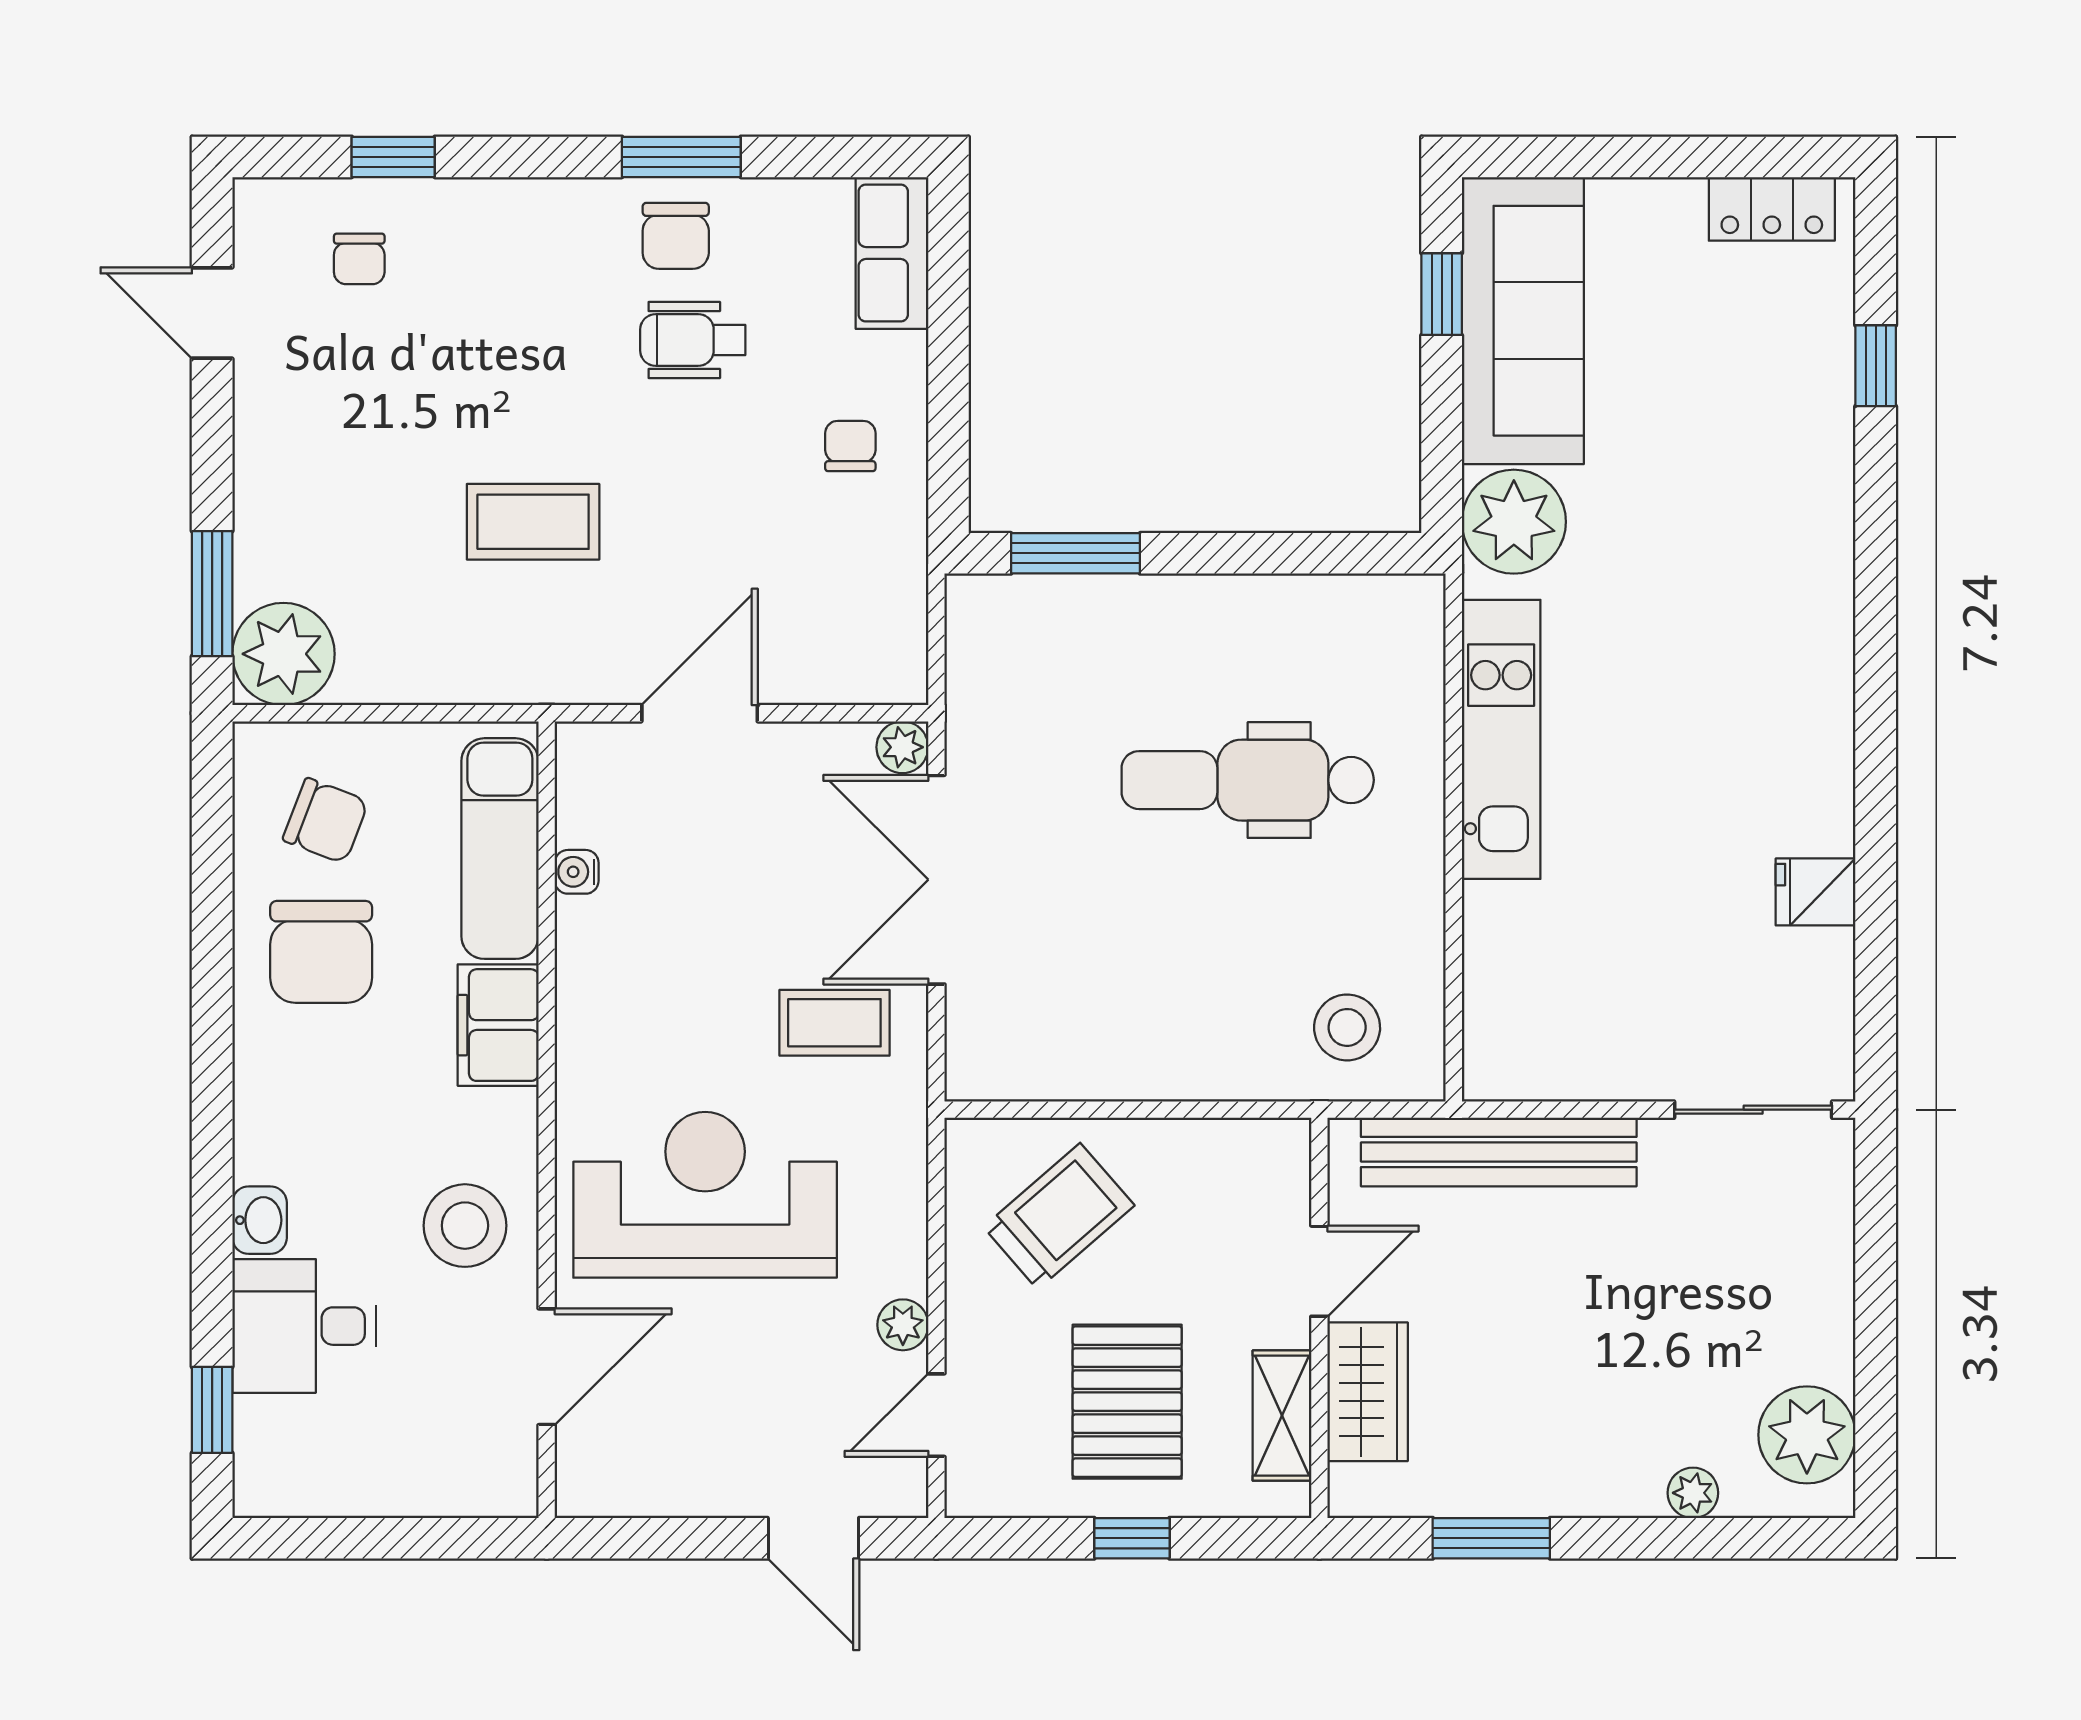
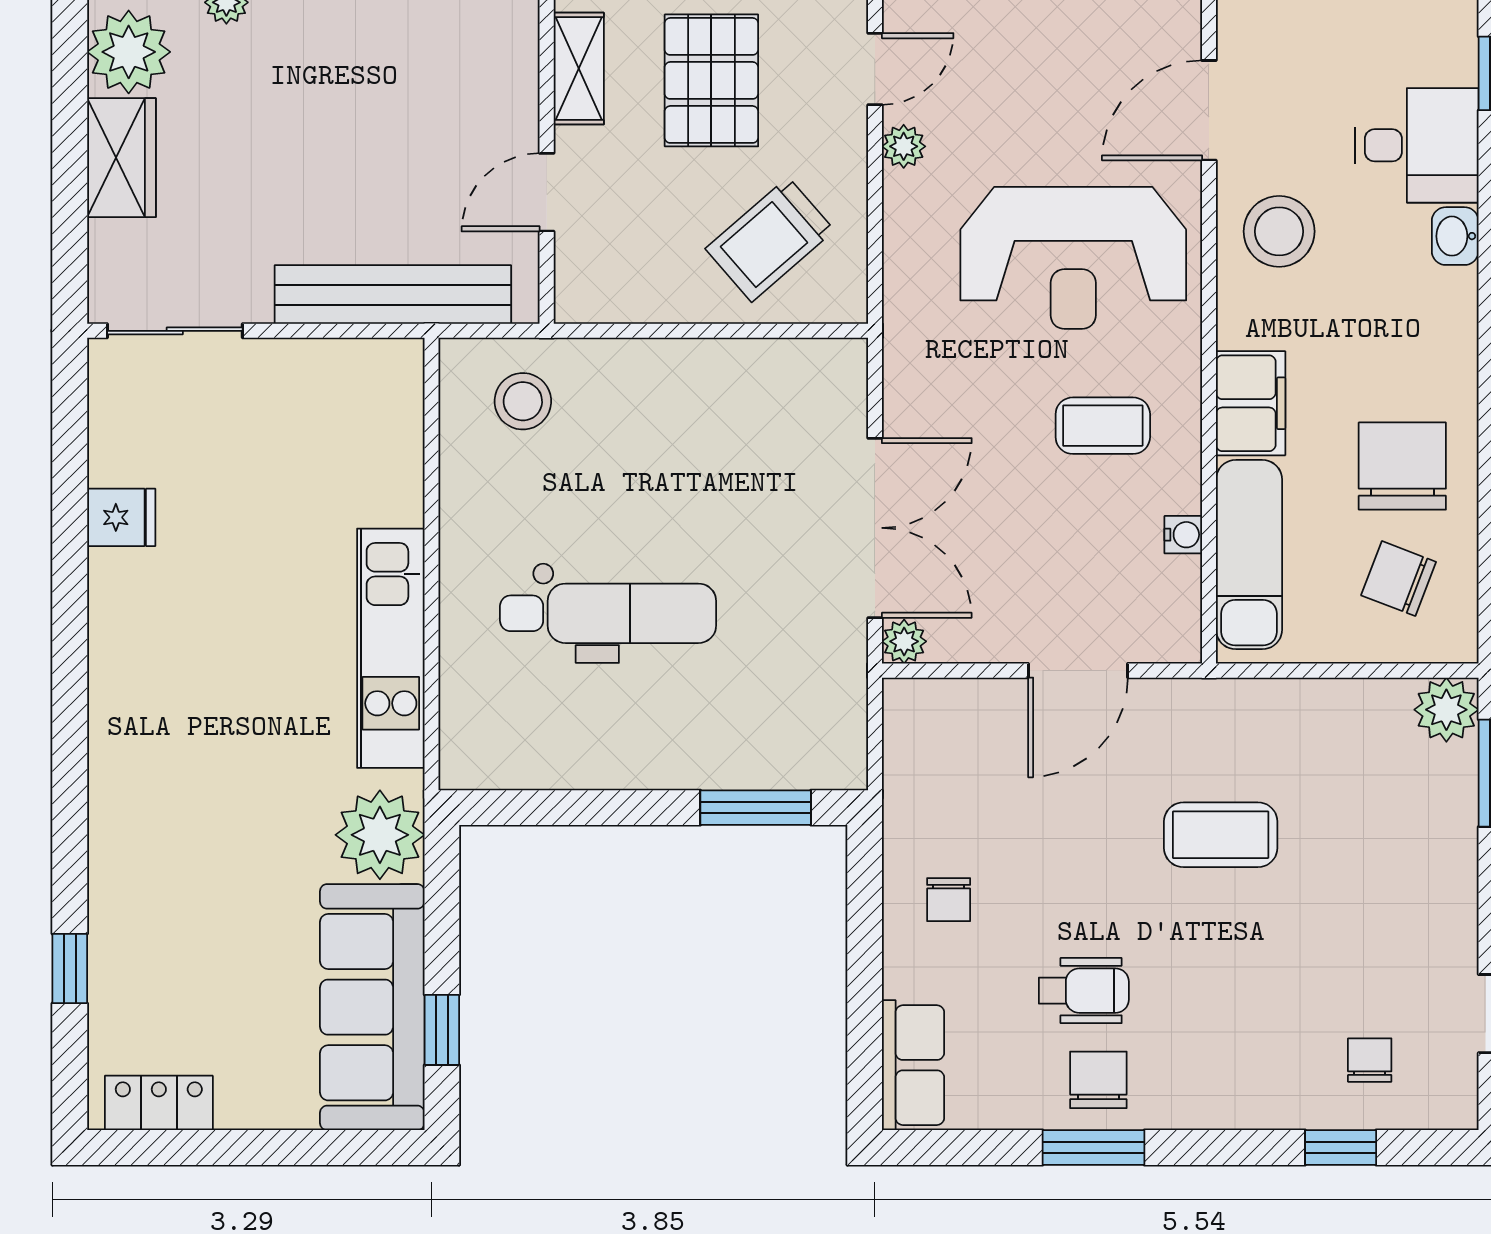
plant: (283, 654) -> (1446, 710), width x0.73, depth x0.73
coffee table: (834, 1023) -> (1103, 426), moved
wardrobe: (1368, 1392) -> (122, 158), moved, turned 180

